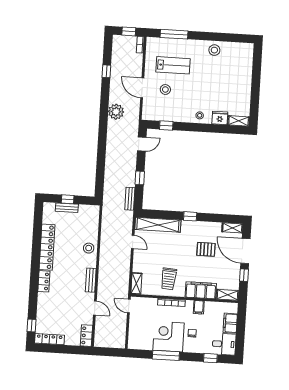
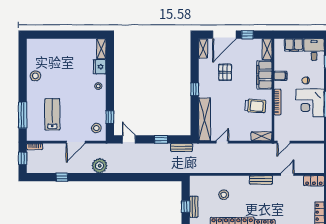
stool: (165, 90) -> (96, 128), moved
stool: (89, 248) -> (224, 195), moved

